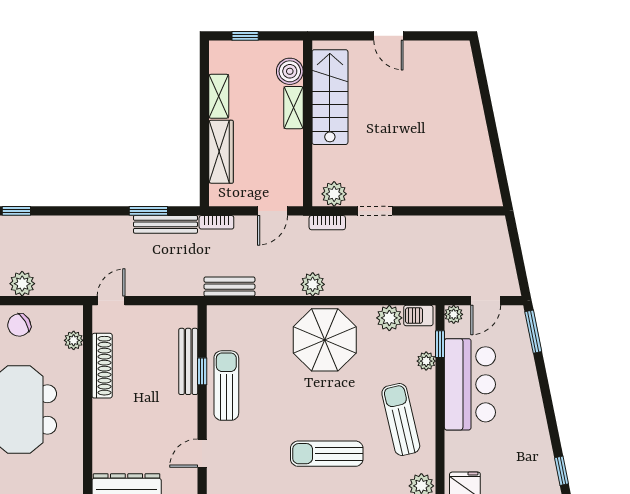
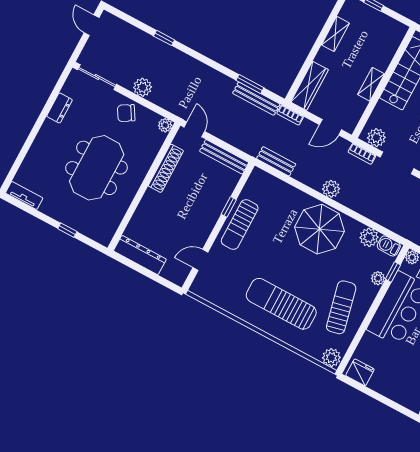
boiler: (290, 71) -> (390, 43), removed
shelving: (293, 108) -> (371, 84), moved
wardrobe: (221, 152) -> (310, 86), moved
doorway: (375, 211) -> (397, 163), width x1.38
door: (111, 301) -> (194, 129), hinge flipped
plant: (74, 340) -> (165, 125), moved
bench: (188, 361) -> (224, 157), moved, turned 90
sun lounger: (226, 386) -> (240, 225), turned 180
sun lounger: (327, 454) -> (281, 304), width x1.36, depth x1.34

